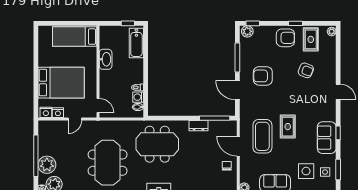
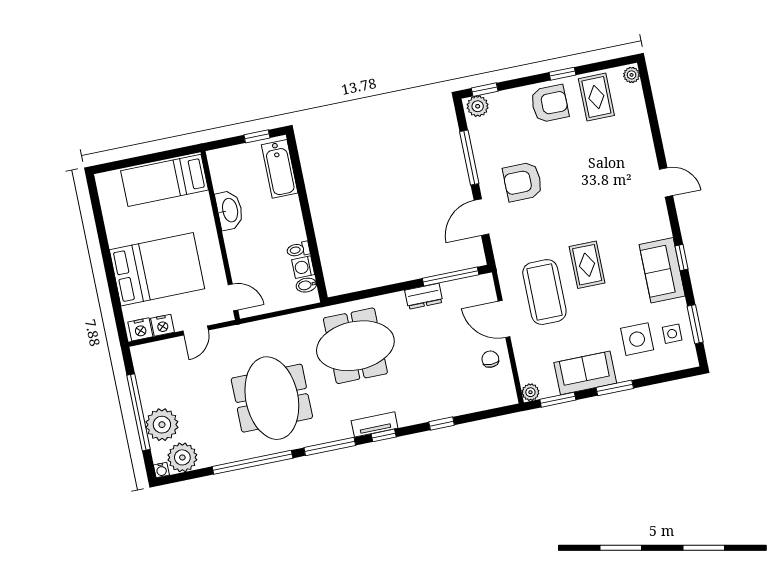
armchair: (306, 70) -> (599, 155), removed
door: (237, 90) -> (481, 217), hinge flipped

